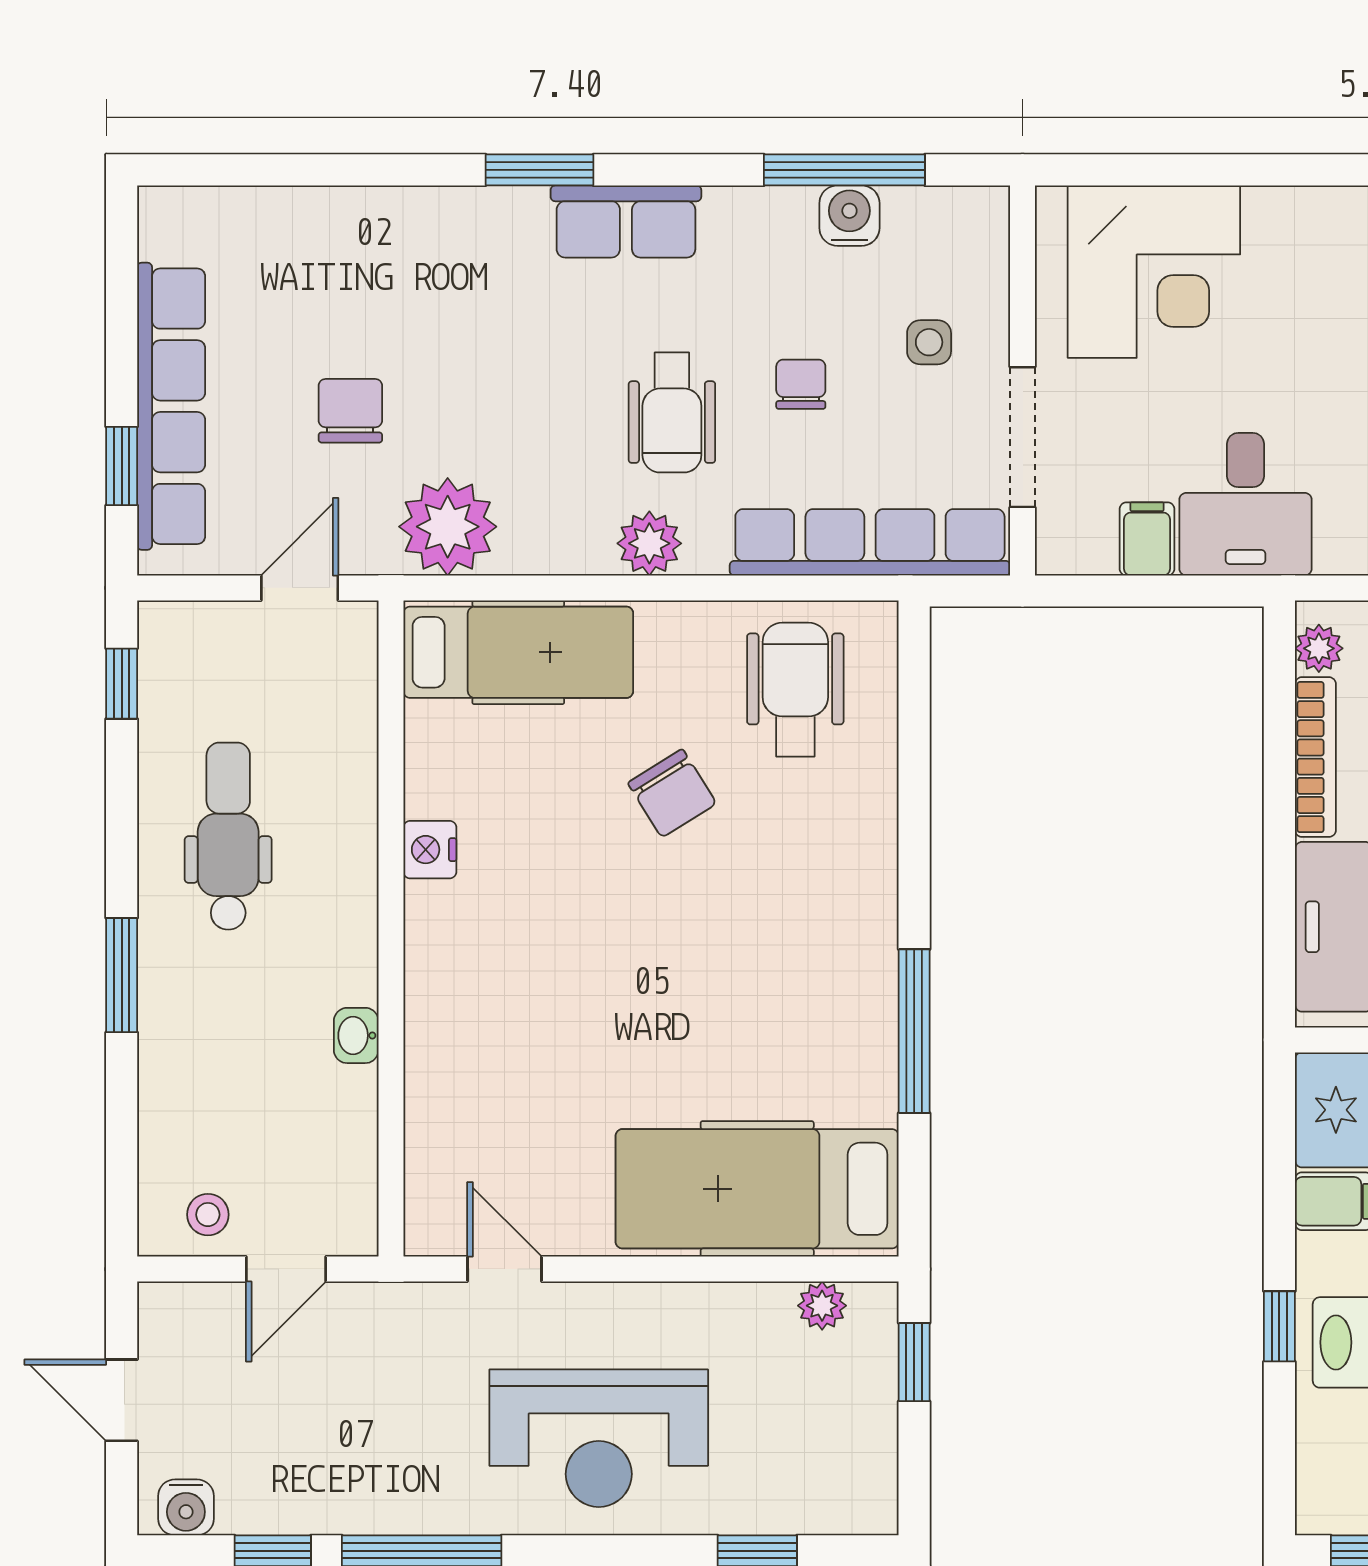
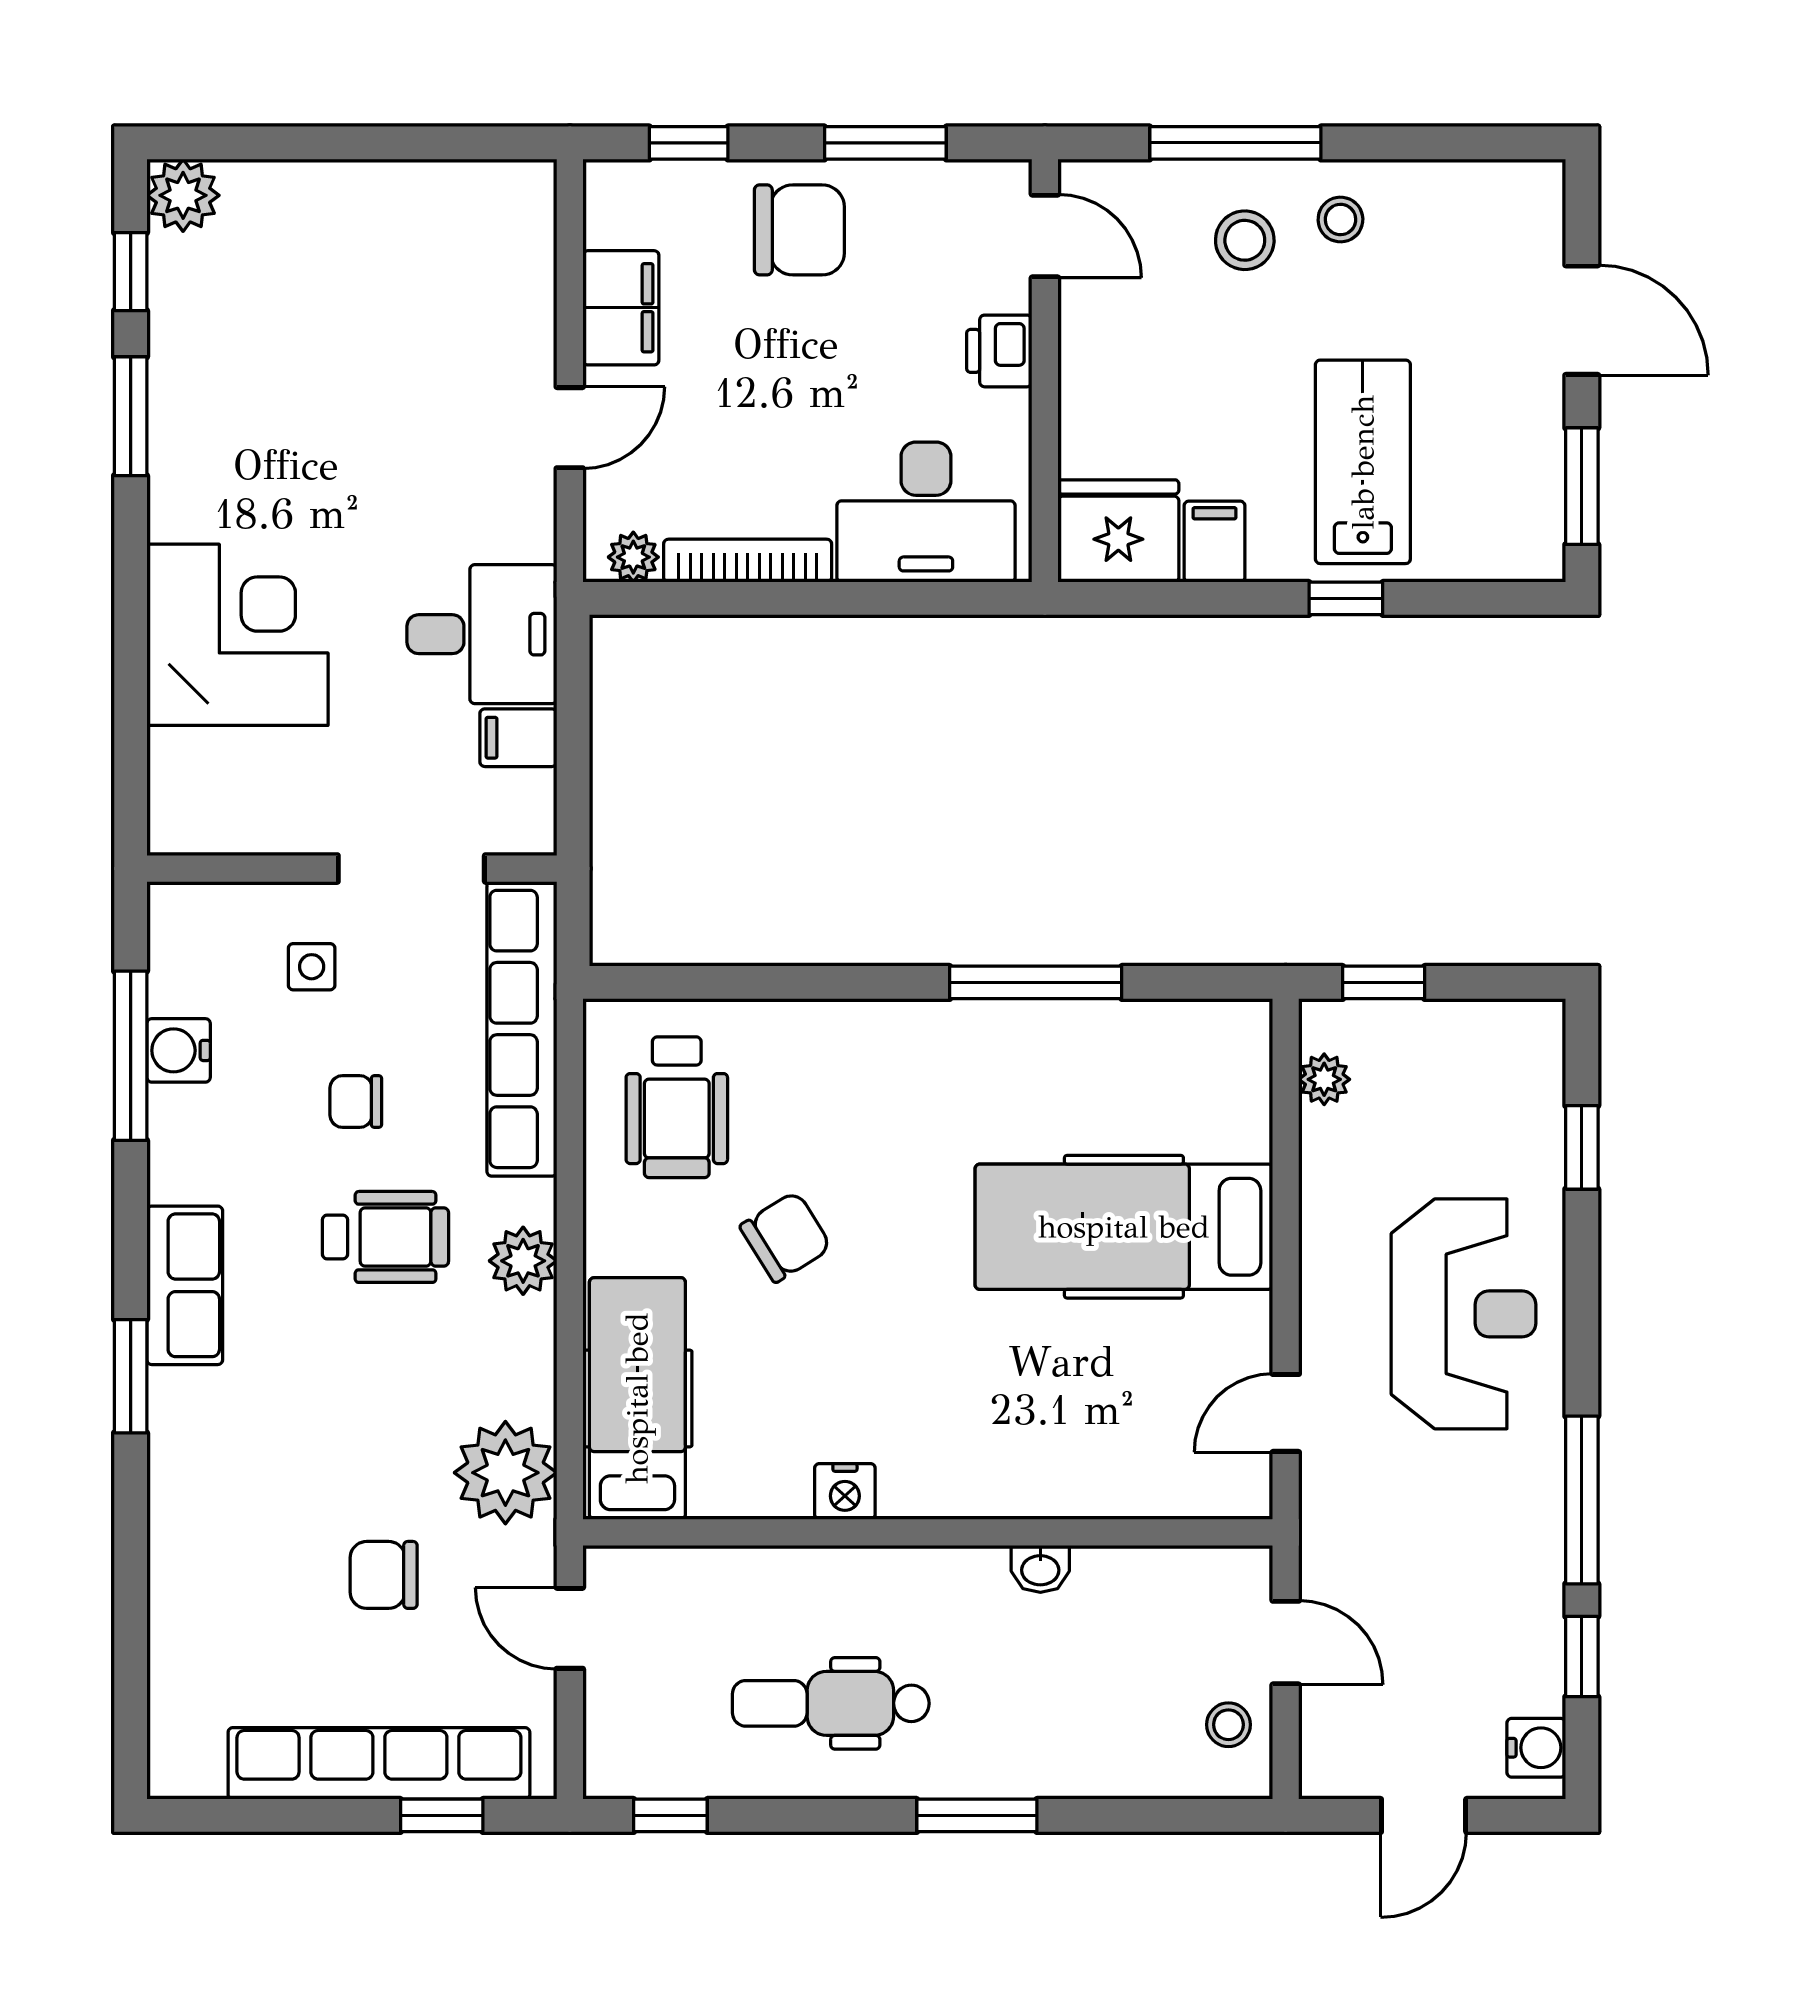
corner desk: (1154, 272) -> (237, 635), moved
wheelchair: (795, 690) -> (677, 1107), turned -90
hospital bed: (757, 1189) -> (1124, 1227), moved, turned 90

